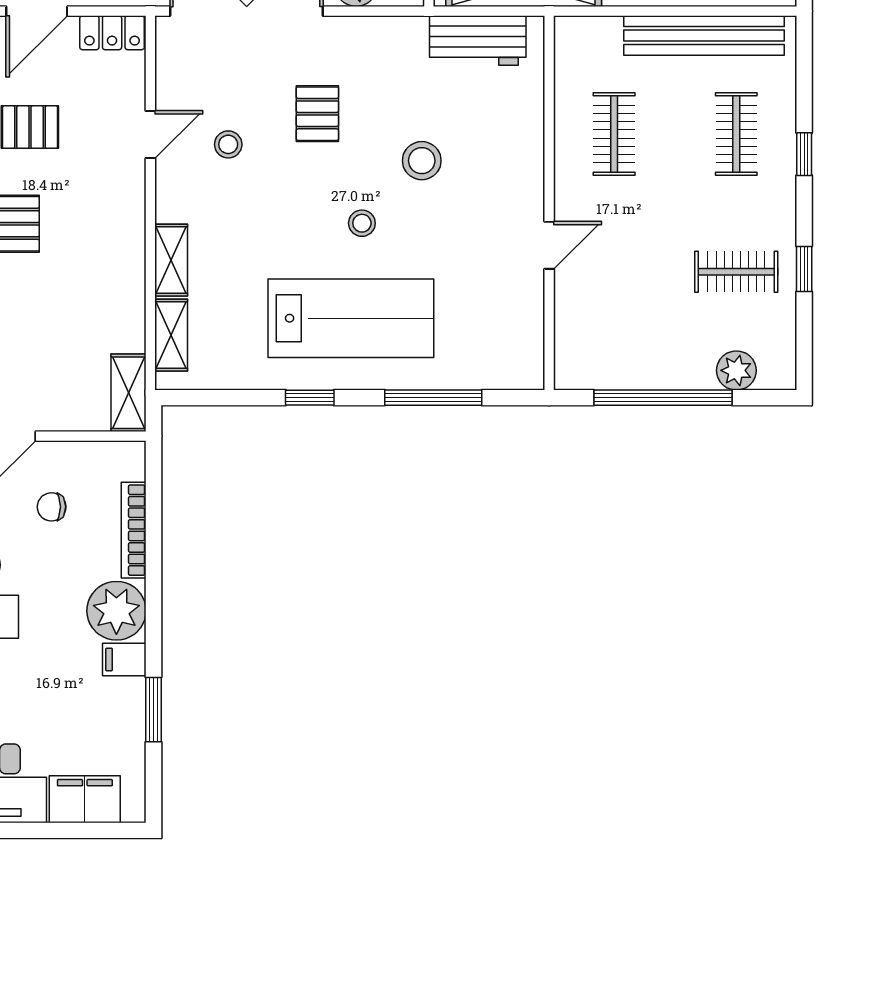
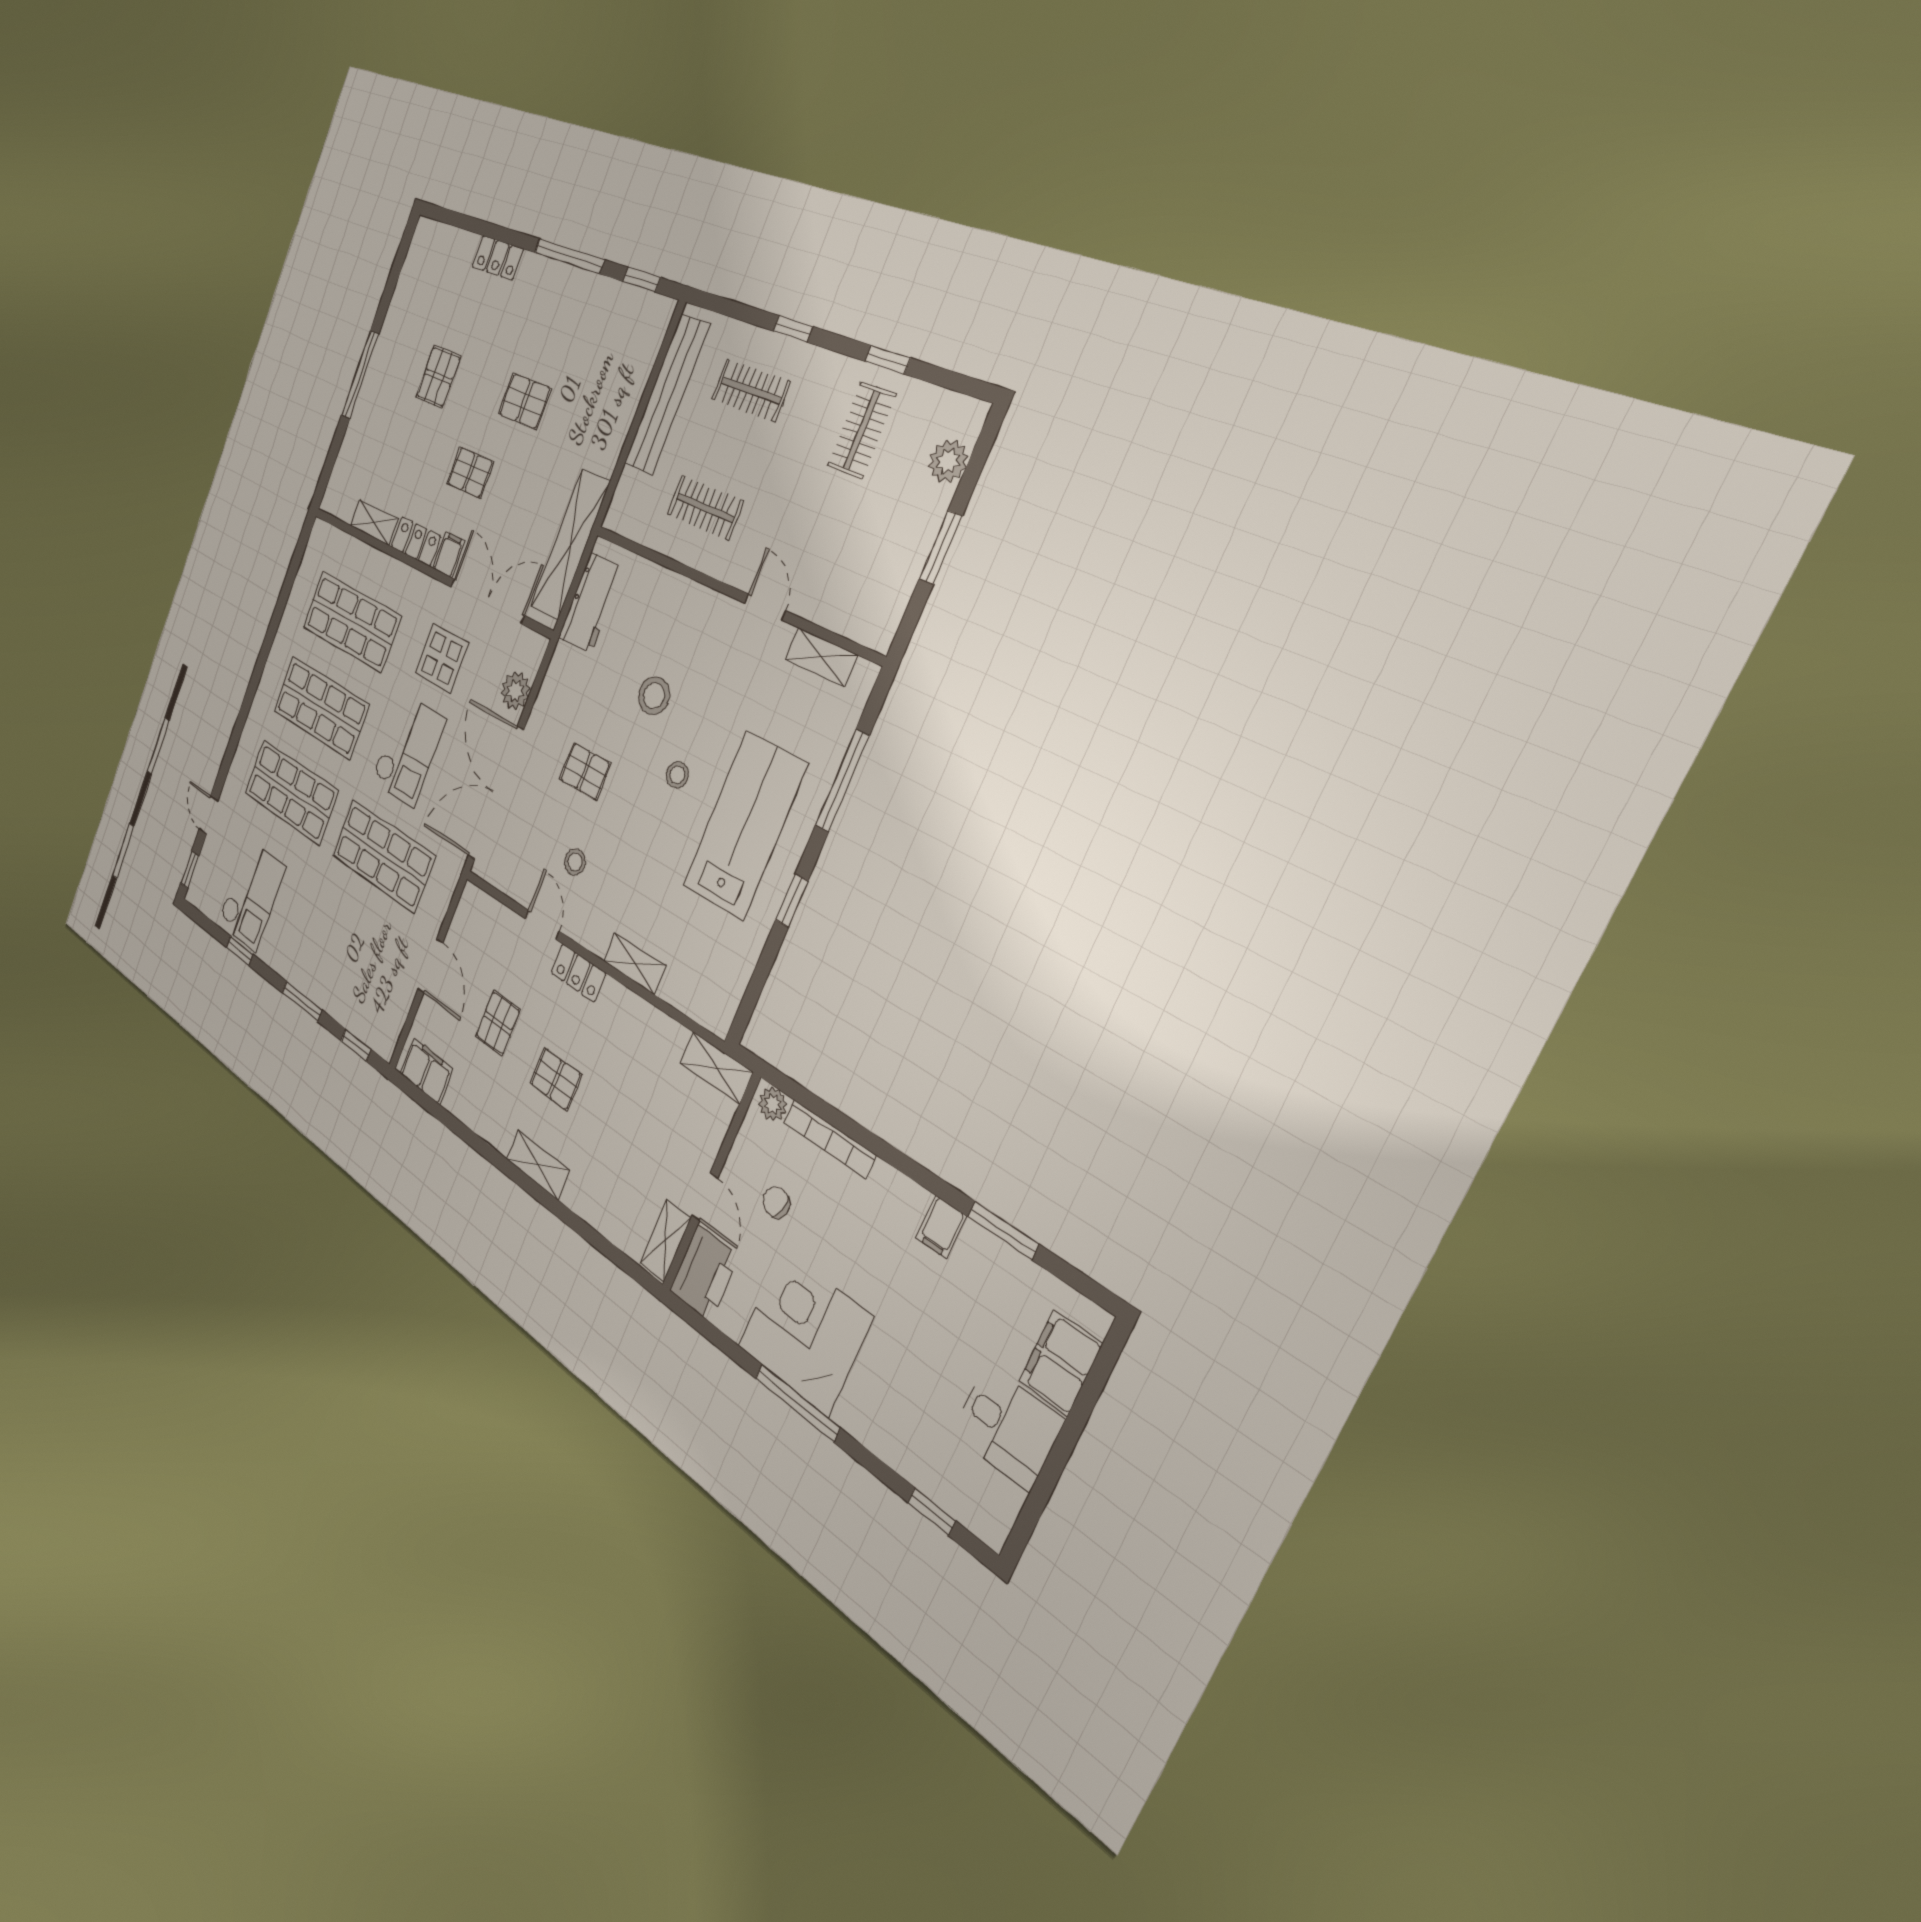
locker: (112, 33) -> (578, 973), moved, turned 90
shelving: (171, 335) -> (821, 657), moved
window: (663, 398) -> (941, 548), width x0.47
chair: (52, 507) -> (776, 1202), turned 105
plant: (116, 611) -> (773, 1104), moved, width x0.53, depth x0.53

